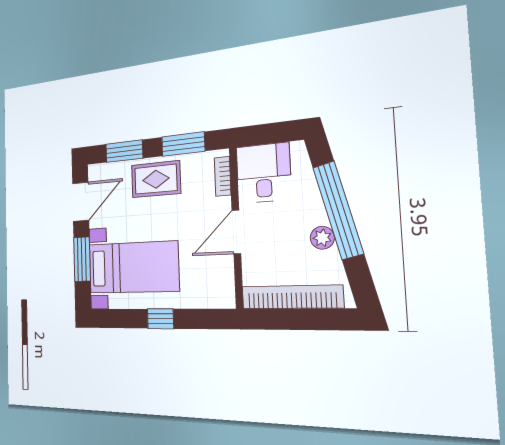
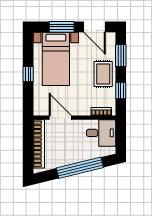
window: (183, 144) -> (121, 90), width x0.67
door: (236, 232) -> (60, 118), moved
plant: (322, 238) -> (67, 160), removed

